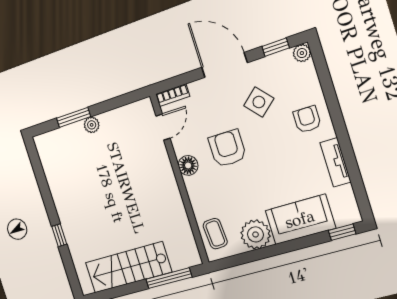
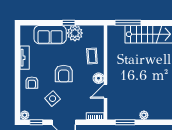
window: (74, 117) -> (125, 122), moved
door: (163, 127) -> (105, 91), moved
armchair: (227, 148) -> (64, 74), moved
window: (342, 232) -> (69, 23), moved
coffee table: (215, 234) -> (92, 56), moved

